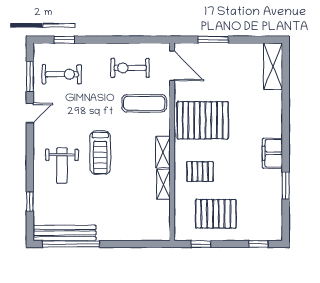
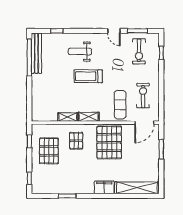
shelving: (273, 66) -> (137, 188), width x1.47
filing cabinet: (272, 153) -> (104, 187), moved

